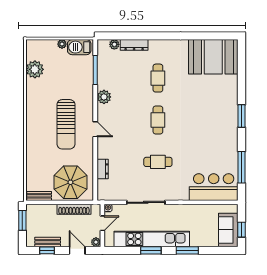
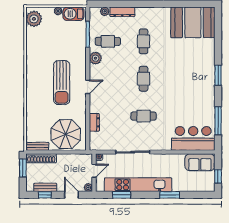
plant: (35, 69) -> (34, 19), moved
cafe table: (118, 78) -> (108, 41), added
door: (95, 129) -> (88, 87), hinge flipped
shoe rack: (74, 209) -> (41, 158), moved
sofa: (228, 230) -> (200, 162), moved, turned -90
window: (151, 250) -> (121, 195), moved

